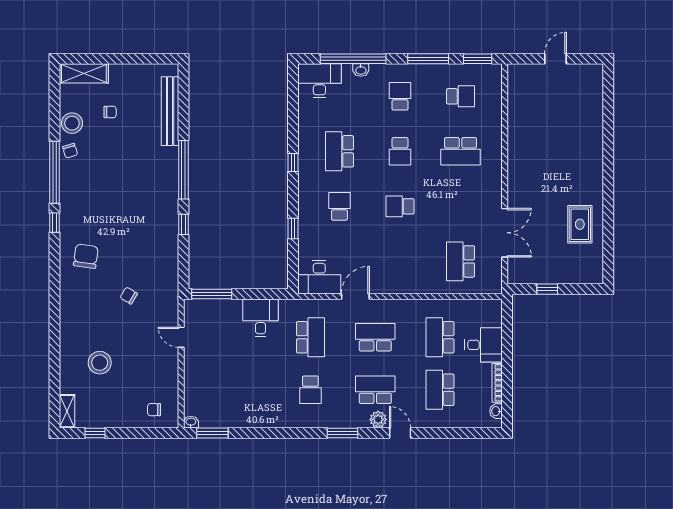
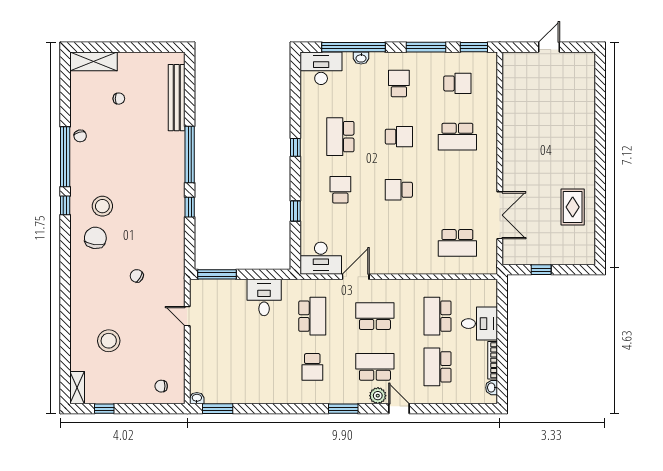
stool: (72, 123) -> (102, 206), moved
school desk: (400, 151) -> (399, 137), turned -90
school desk: (461, 261) -> (457, 243), turned -90

